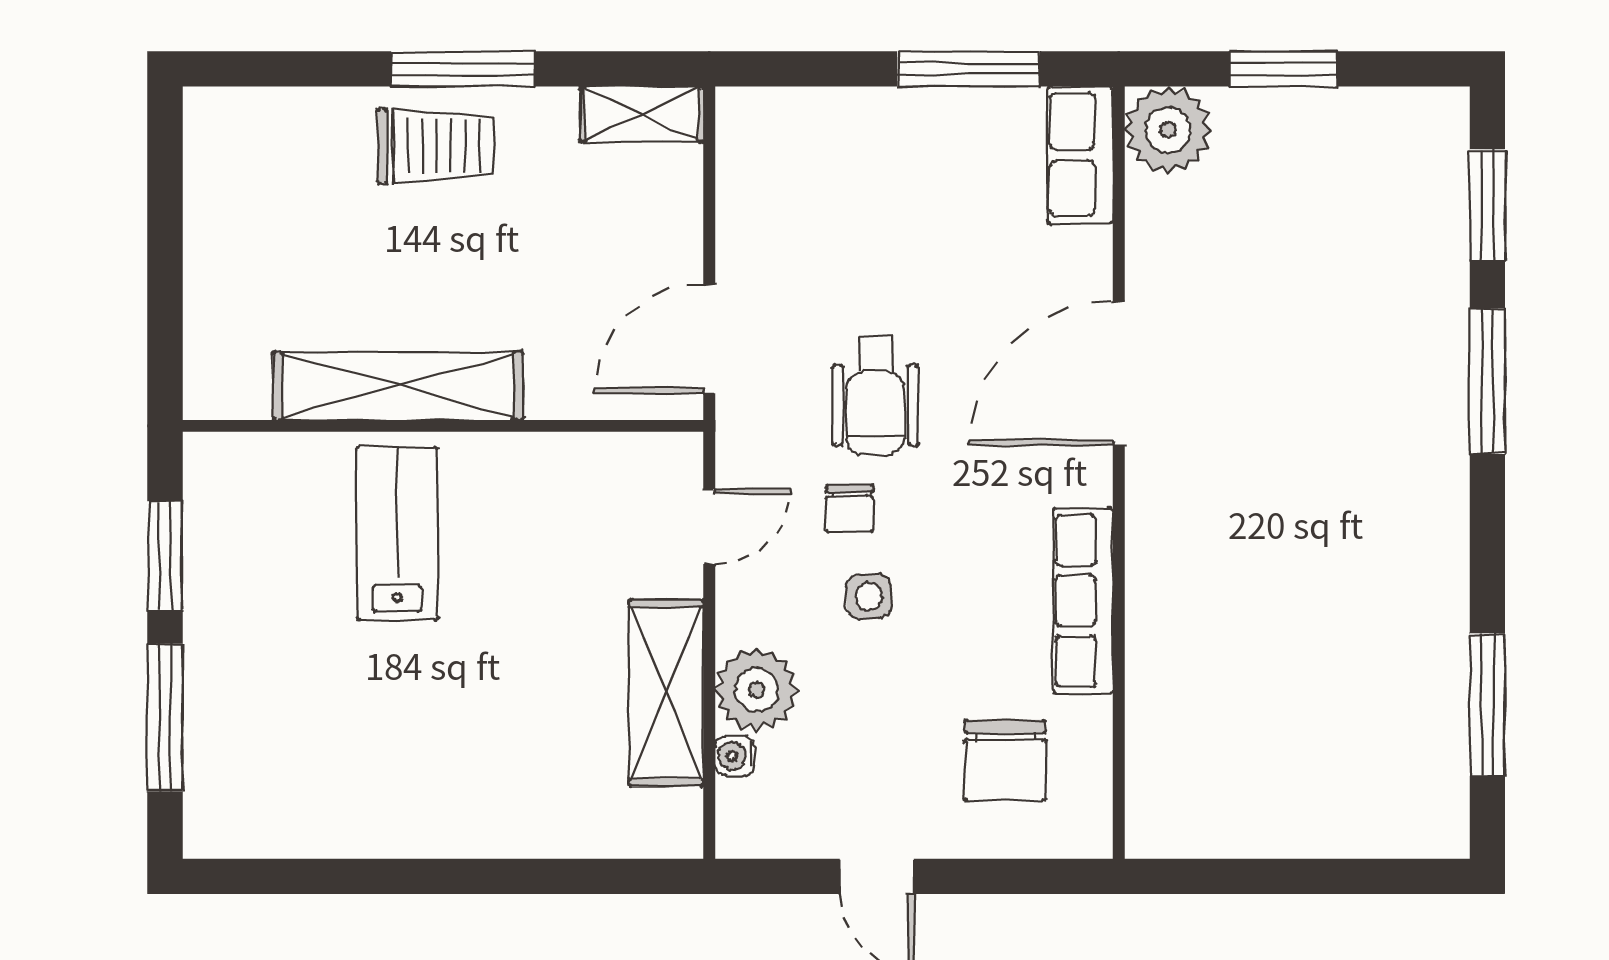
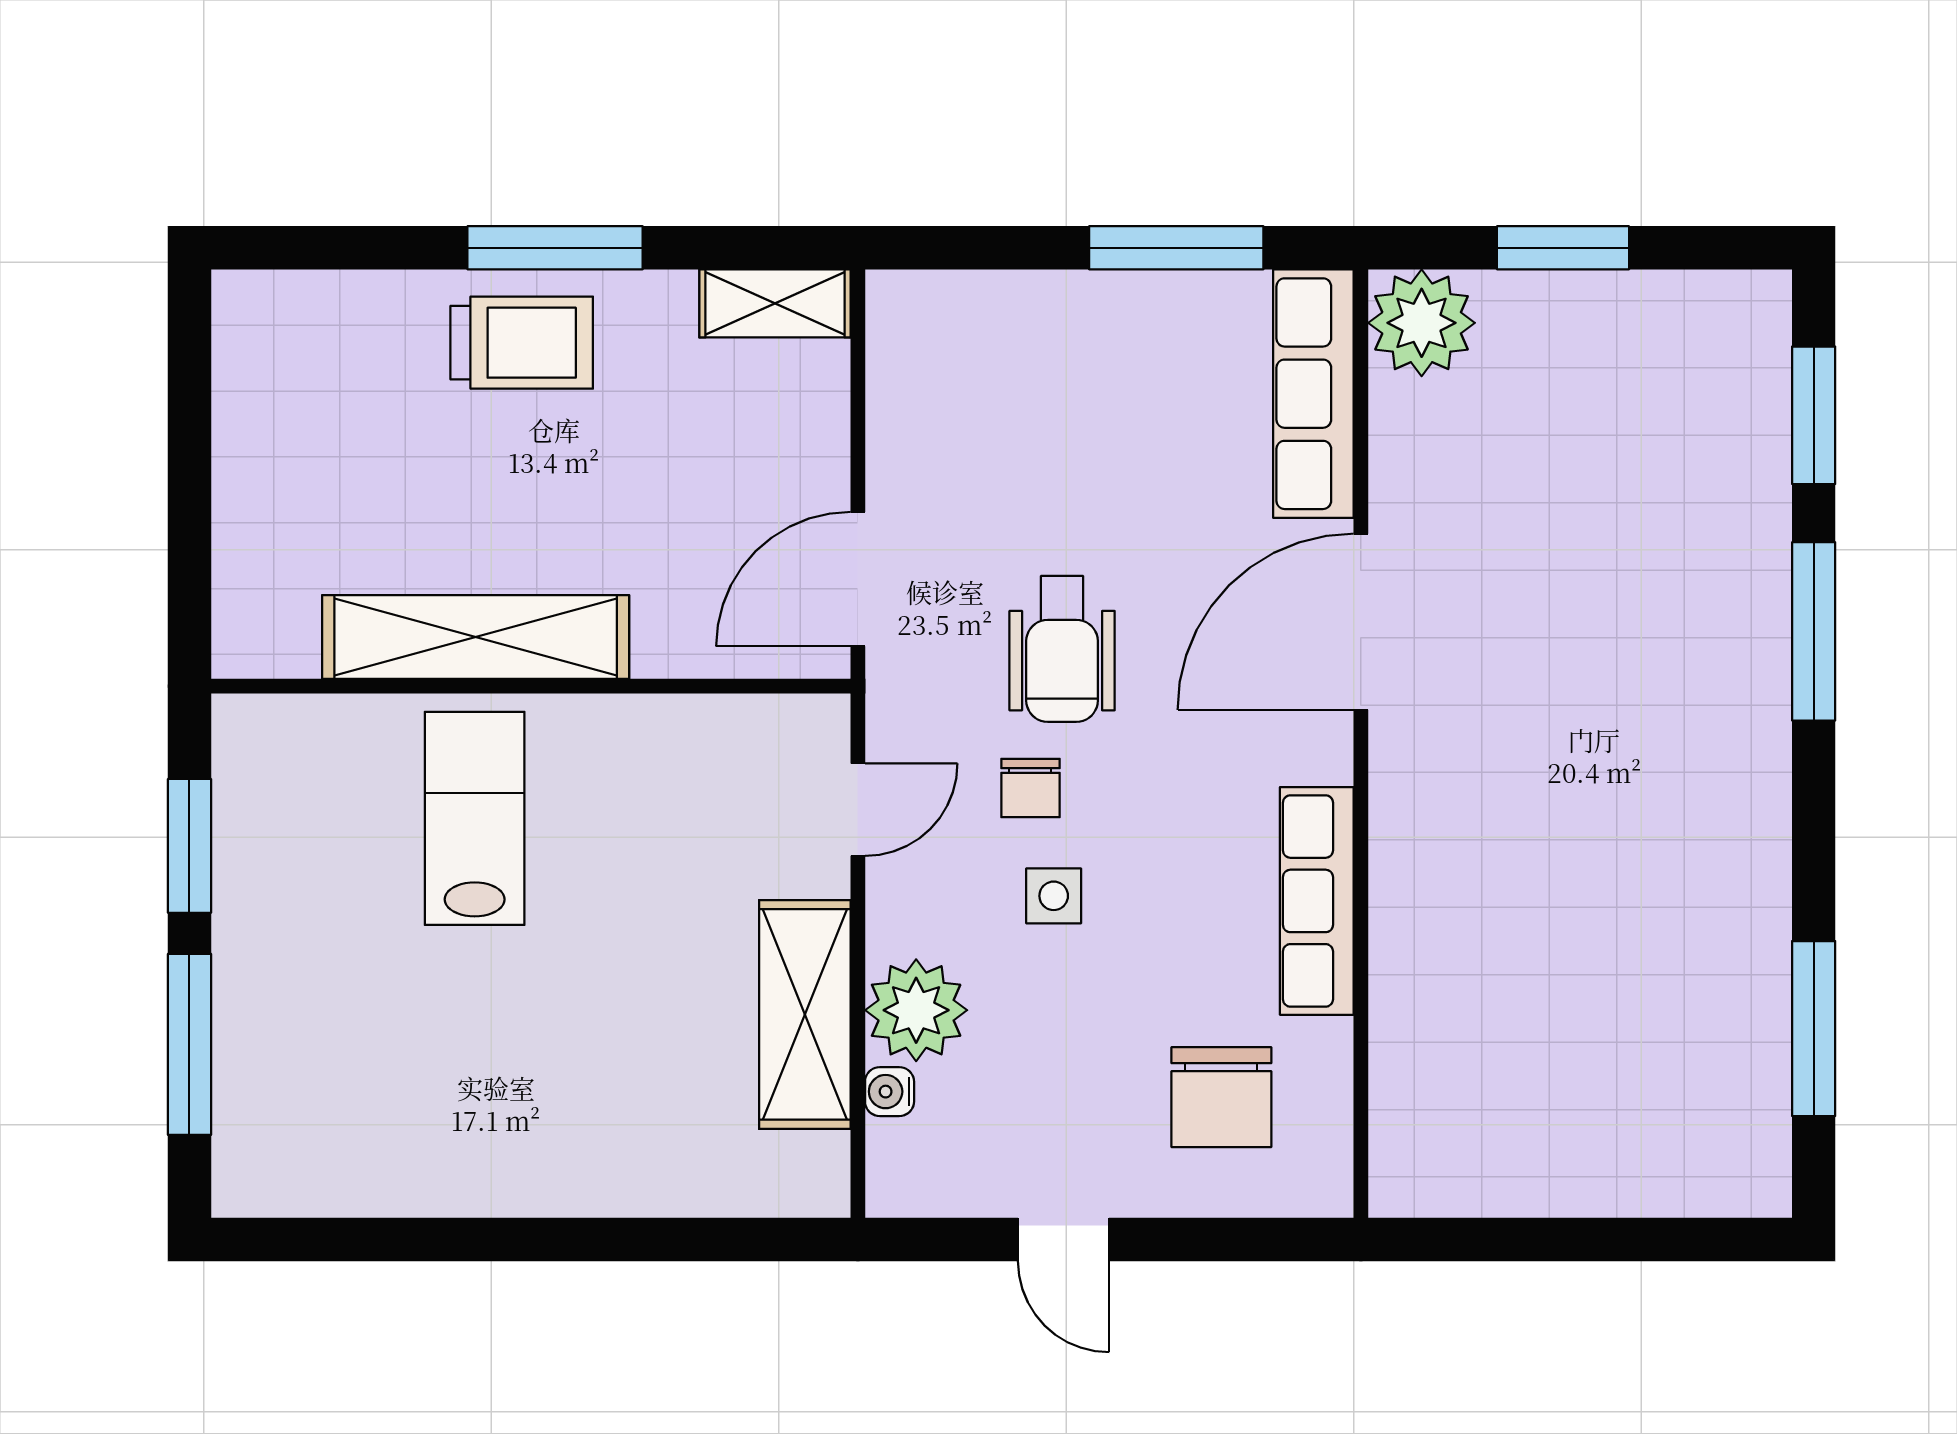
row of seats: (1080, 155) -> (1313, 394), width x1.48

